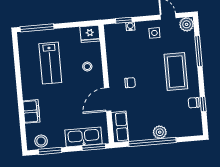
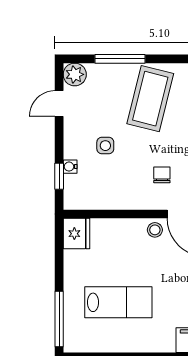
side table: (154, 33) -> (105, 146), moved
stool: (87, 67) -> (155, 230), moved
coffee table: (176, 72) -> (150, 99), turned -76

